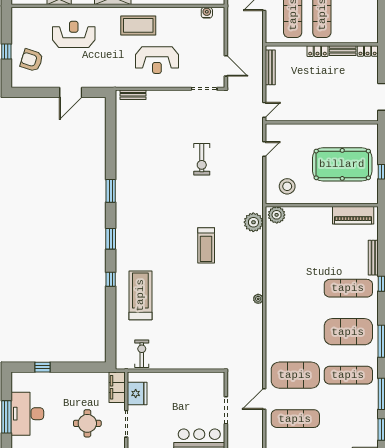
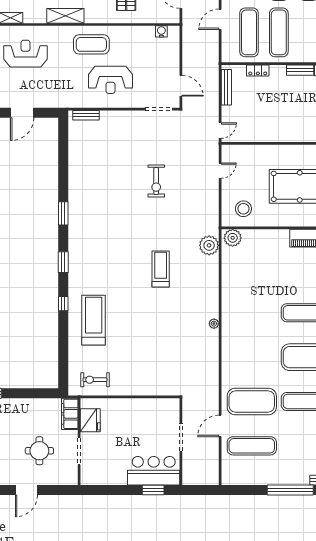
locker: (317, 51) -> (258, 71), moved
treadmill: (206, 245) -> (161, 269), turned 180
exercise bike: (142, 354) -> (95, 380), turned -90

